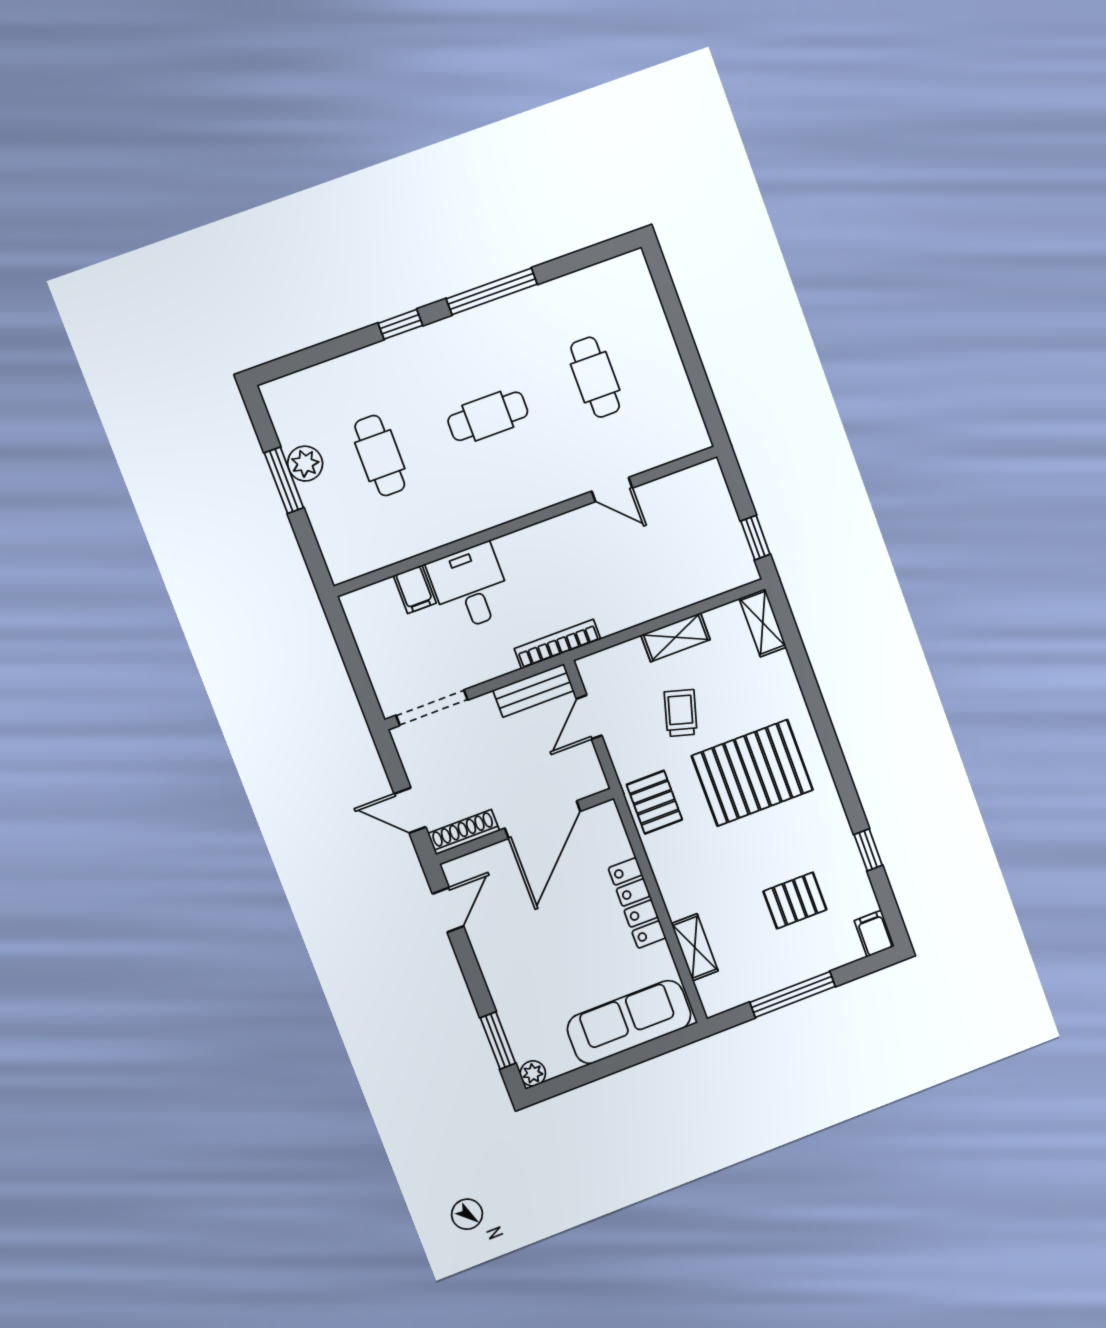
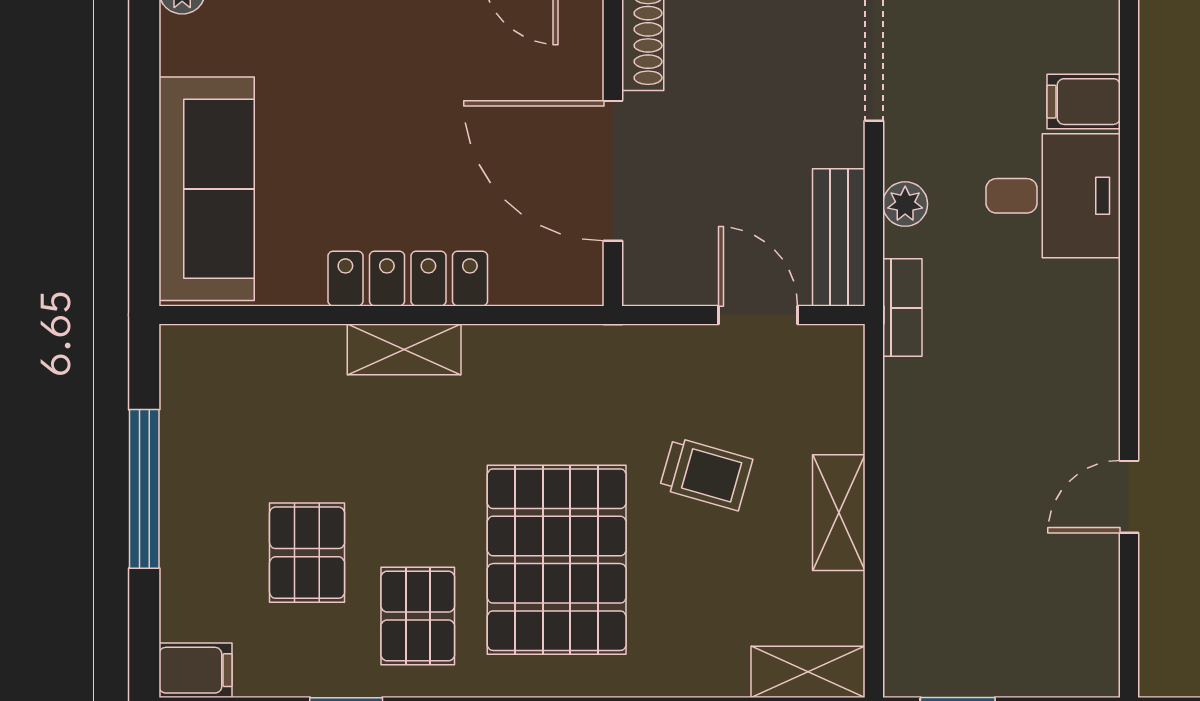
bookcase: (558, 644) -> (902, 308), width x0.64
plant: (503, 663) -> (905, 204), added
pallet: (654, 802) -> (418, 616), moved, turned 90
shelving: (695, 947) -> (404, 349), moved

